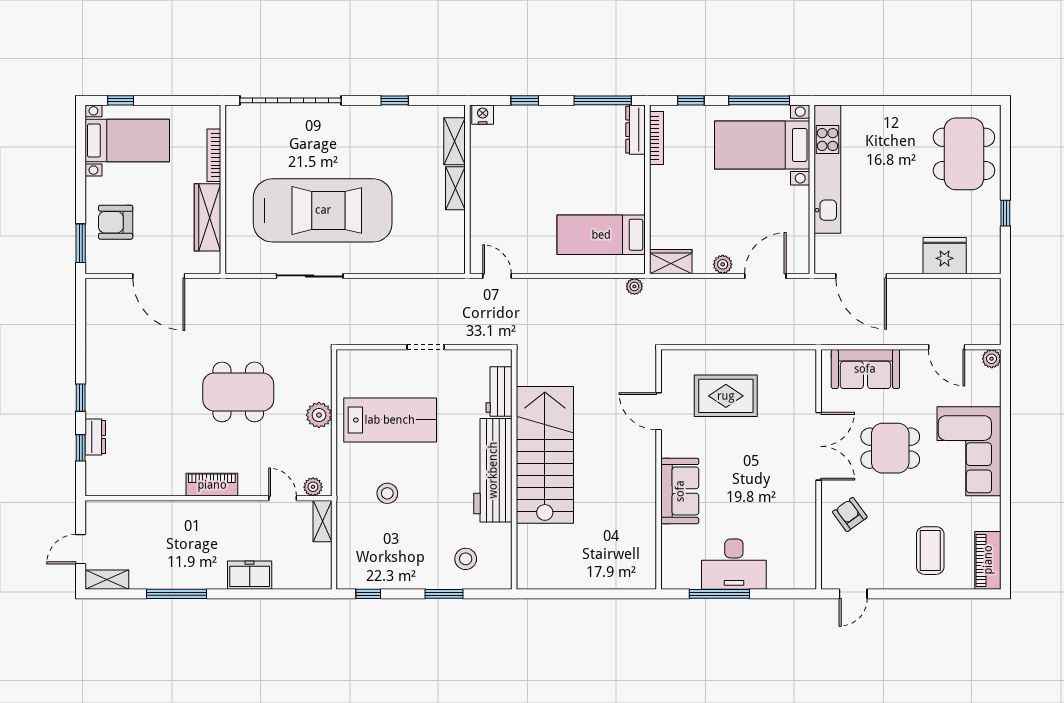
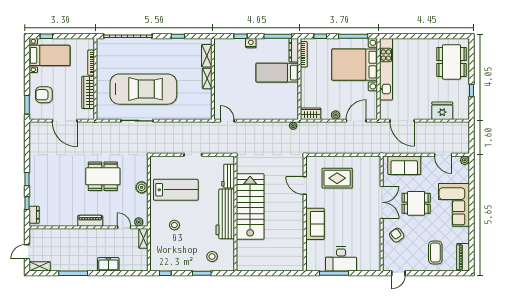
nightstand: (483, 115) -> (251, 43), moved
bed with nightstands: (762, 145) -> (355, 65), width x1.36
bed: (601, 235) -> (277, 73), moved
dresser: (95, 437) -> (34, 215), moved

